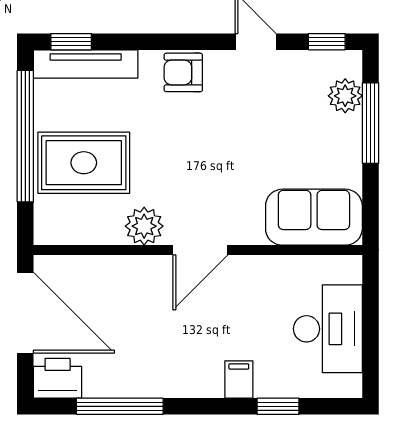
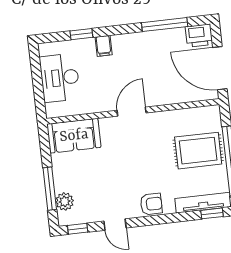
plant: (144, 226) -> (163, 121), removed

